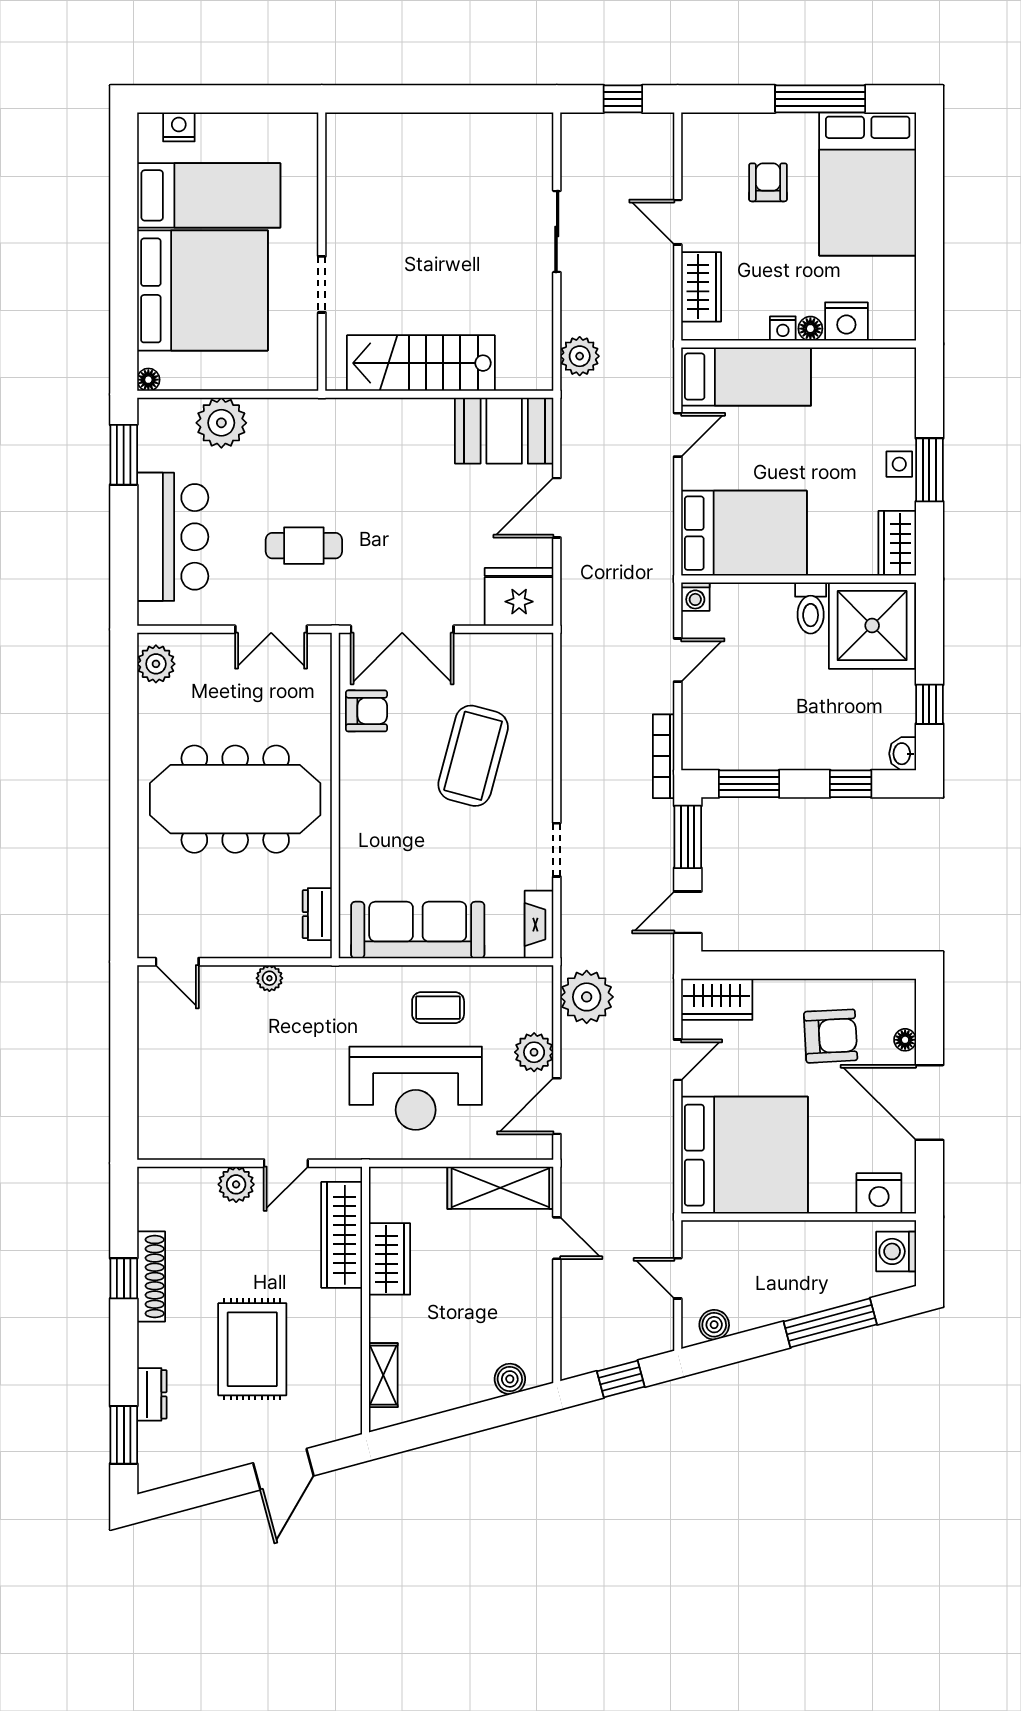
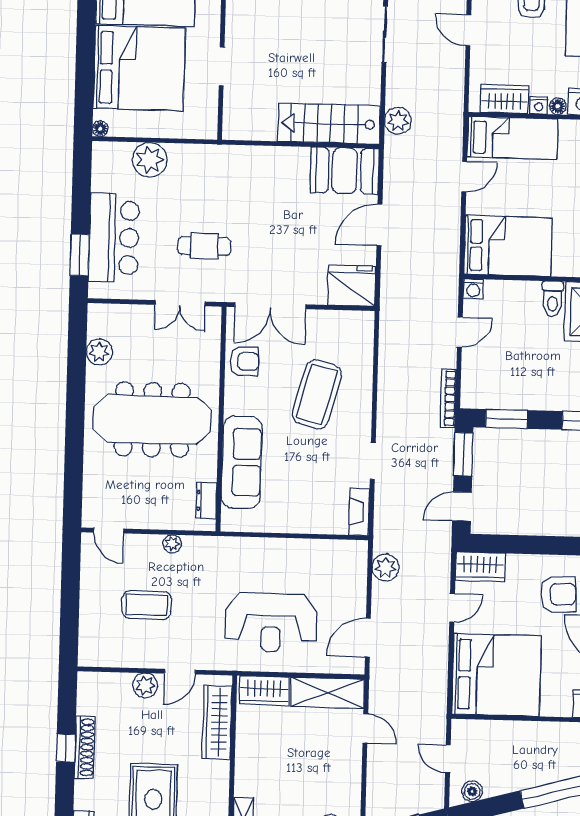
wardrobe: (701, 287) -> (504, 99), moved, turned -90
stairs: (421, 363) -> (329, 124), moved
window: (124, 455) -> (80, 255), moved
plant: (156, 664) -> (99, 352), moved
sofa: (418, 930) -> (242, 462), moved, turned 90
plant: (587, 997) -> (386, 568), width x0.73, depth x0.73
coffee table: (438, 1008) -> (147, 605), moved, width x1.36, depth x1.30
plant: (534, 1052) -> (353, 600), removed
wardrobe: (389, 1259) -> (264, 691), moved, turned 90

